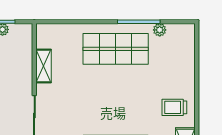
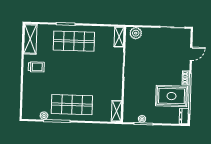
shelving: (44, 66) -> (117, 111), moved

